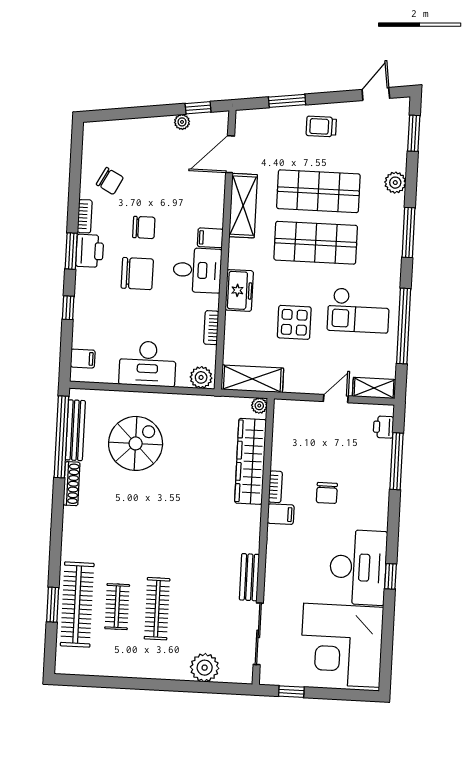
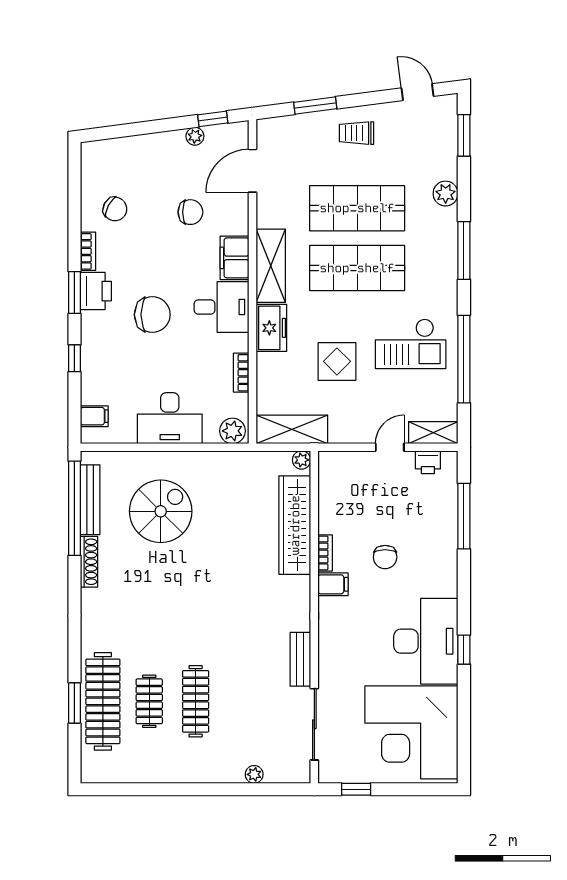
door: (376, 94) -> (418, 92), hinge flipped
shelving: (243, 206) -> (271, 266), moved
chair: (144, 227) -> (190, 212), moved
filing cabinet: (210, 238) -> (235, 258), width x2.00
printer: (383, 427) -> (428, 462), moved, turned -90
plant: (205, 668) -> (254, 774), width x0.53, depth x0.53

